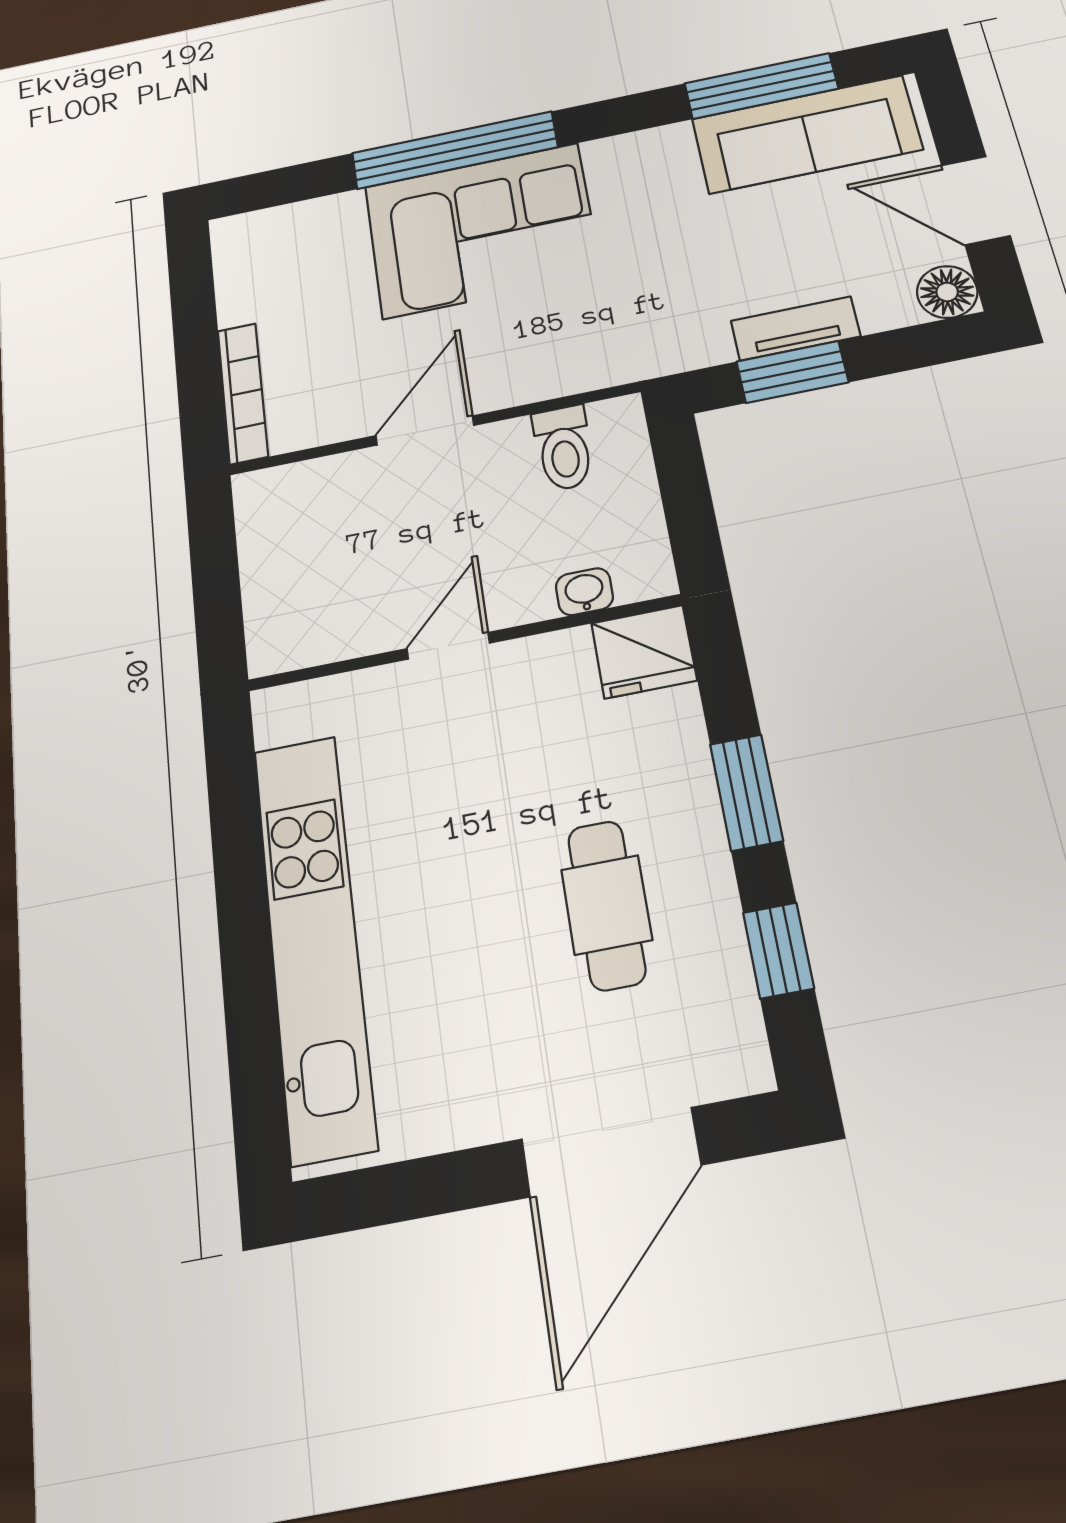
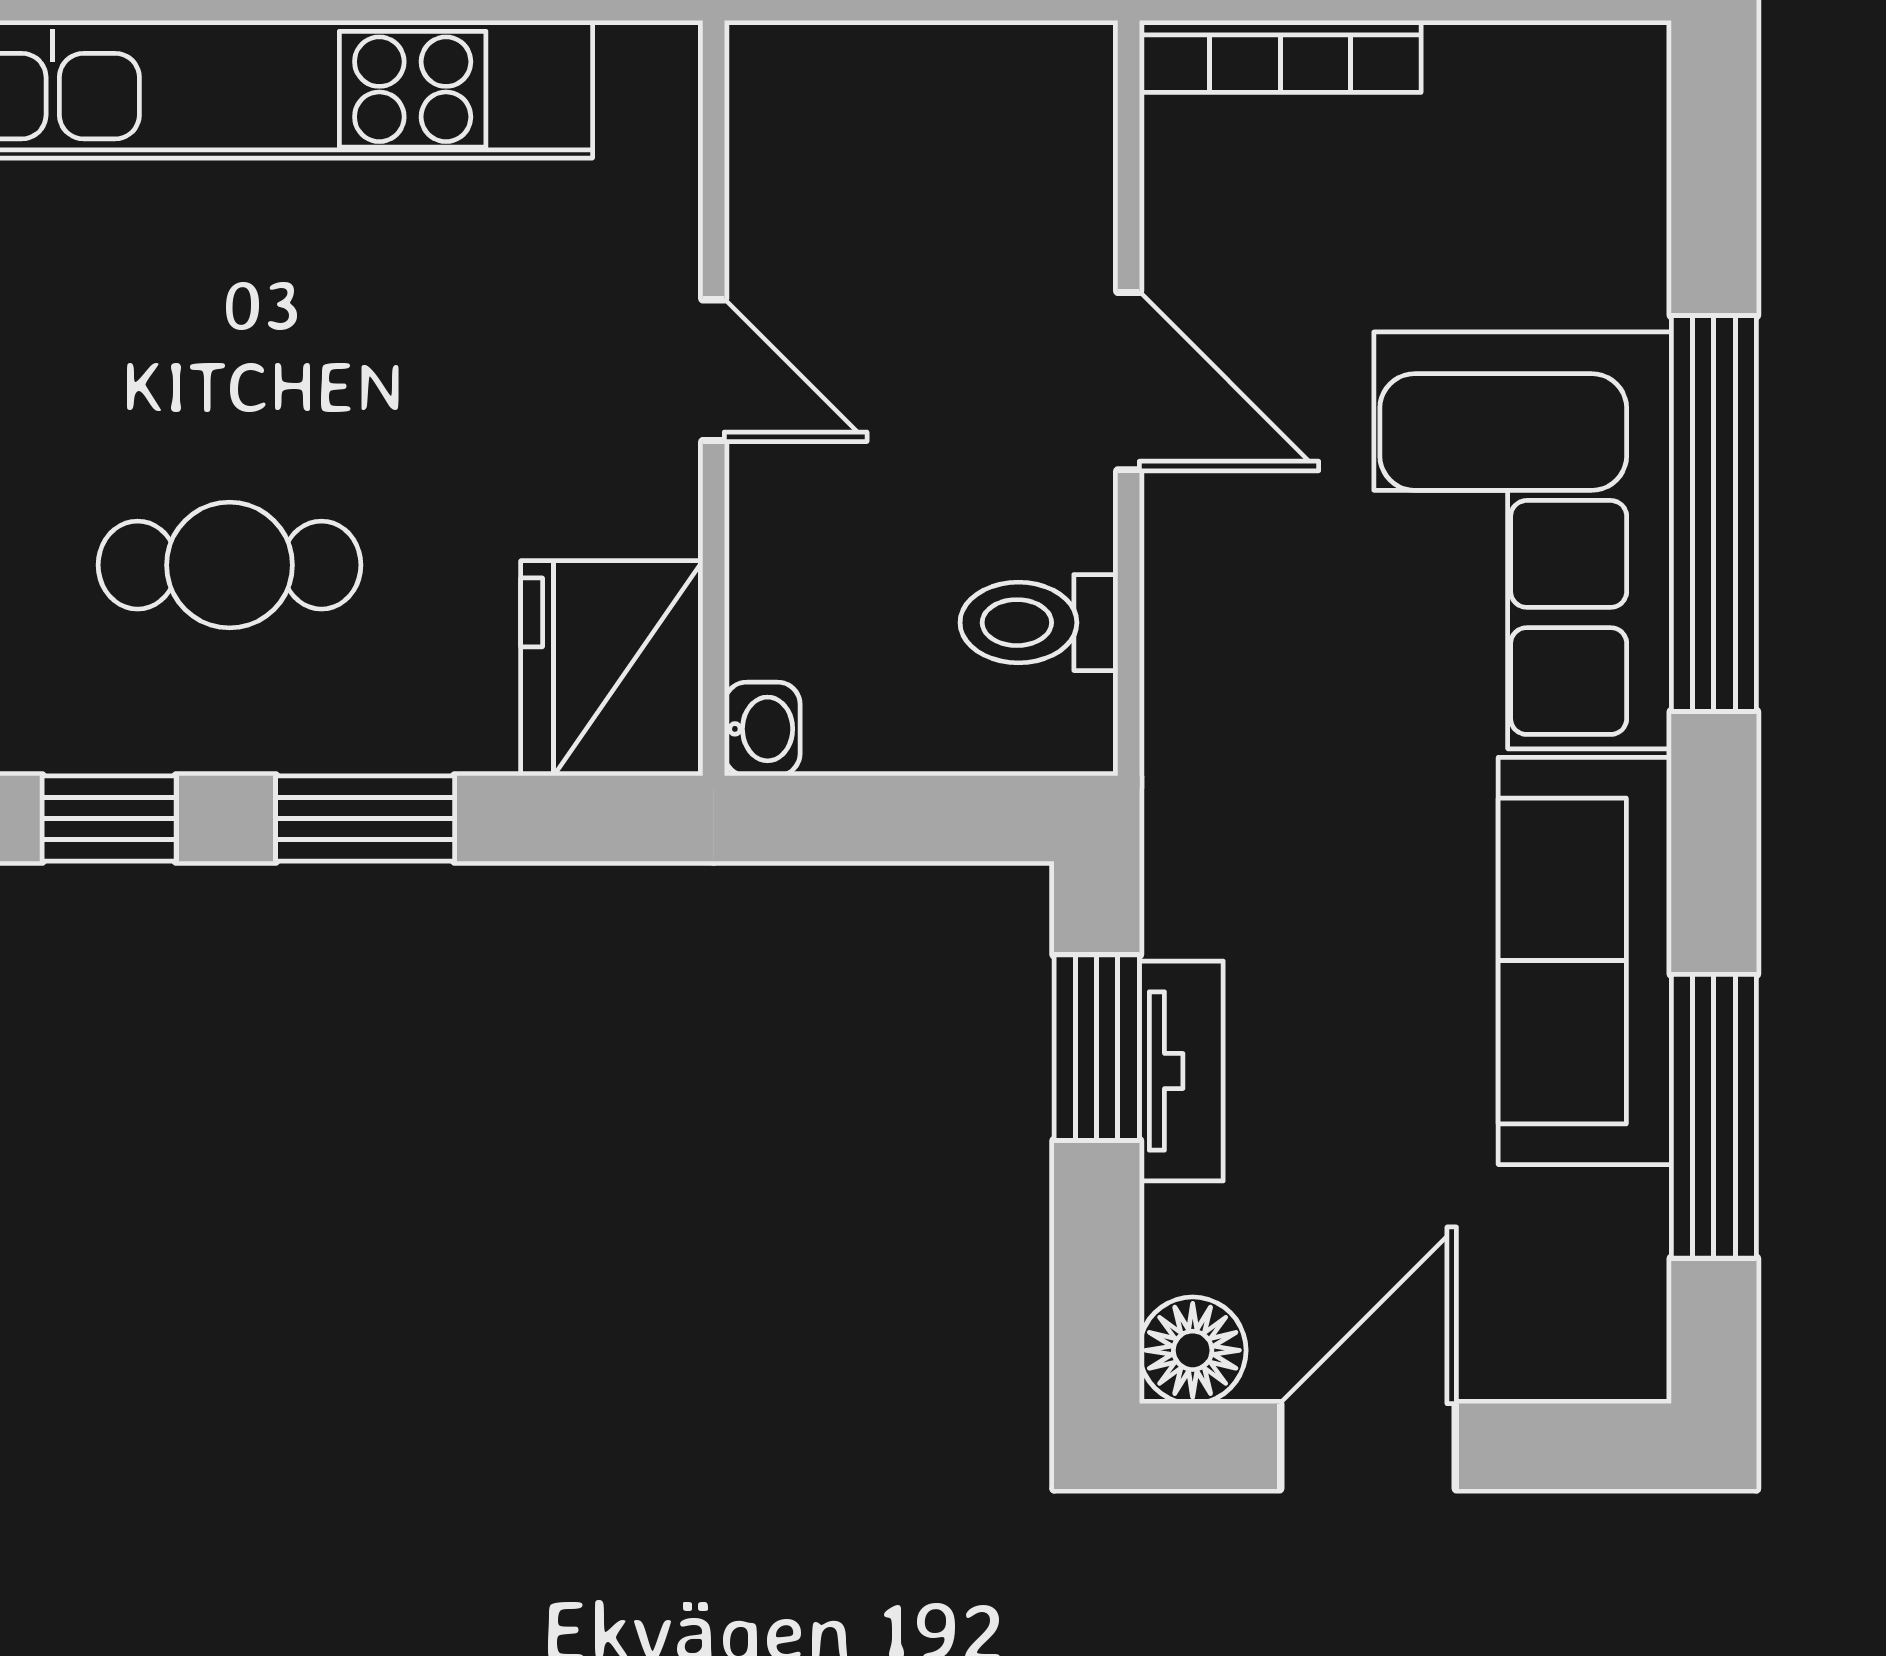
sofa: (806, 134) -> (1585, 961), moved
washbasin: (584, 592) -> (762, 729), moved
fridge: (644, 652) -> (612, 668), width x1.36, depth x1.34

